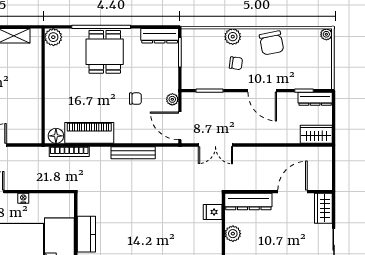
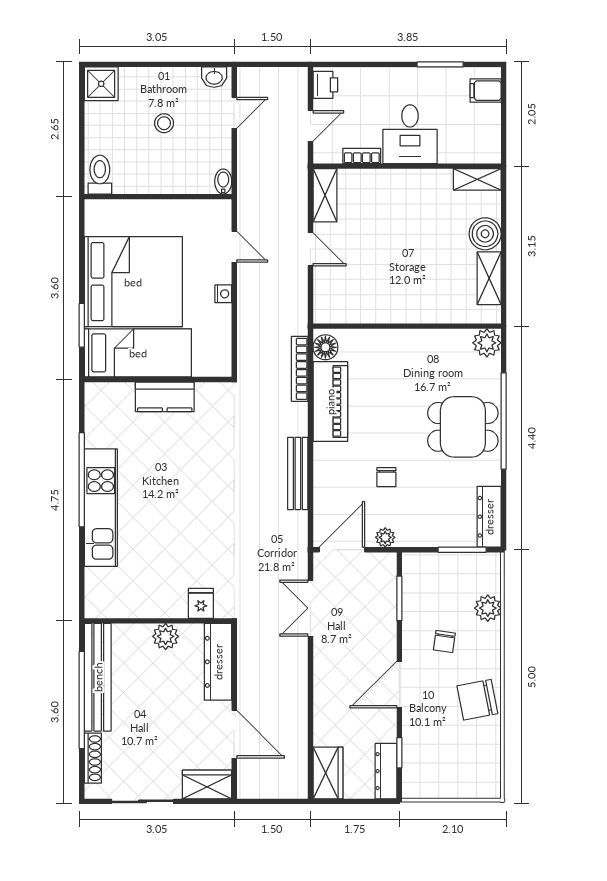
plant: (326, 34) -> (492, 789), removed
plant: (233, 37) -> (488, 608), moved

